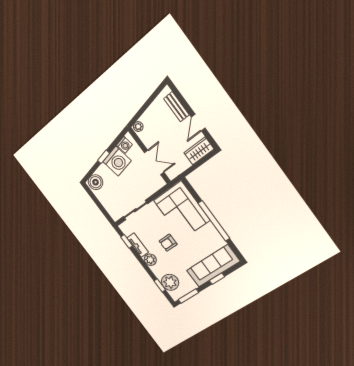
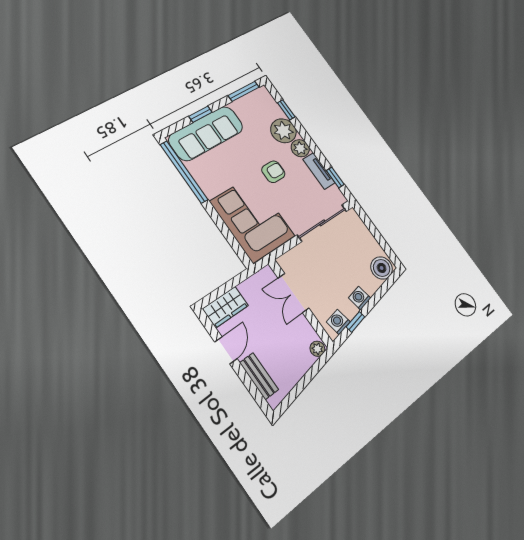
window: (104, 157) -> (355, 322), moved
washing machine: (117, 161) -> (360, 298), width x0.53, depth x0.53
sliding door: (135, 210) -> (322, 223), width x1.37
window: (214, 221) -> (184, 172), moved
plant: (170, 282) -> (283, 131), moved

